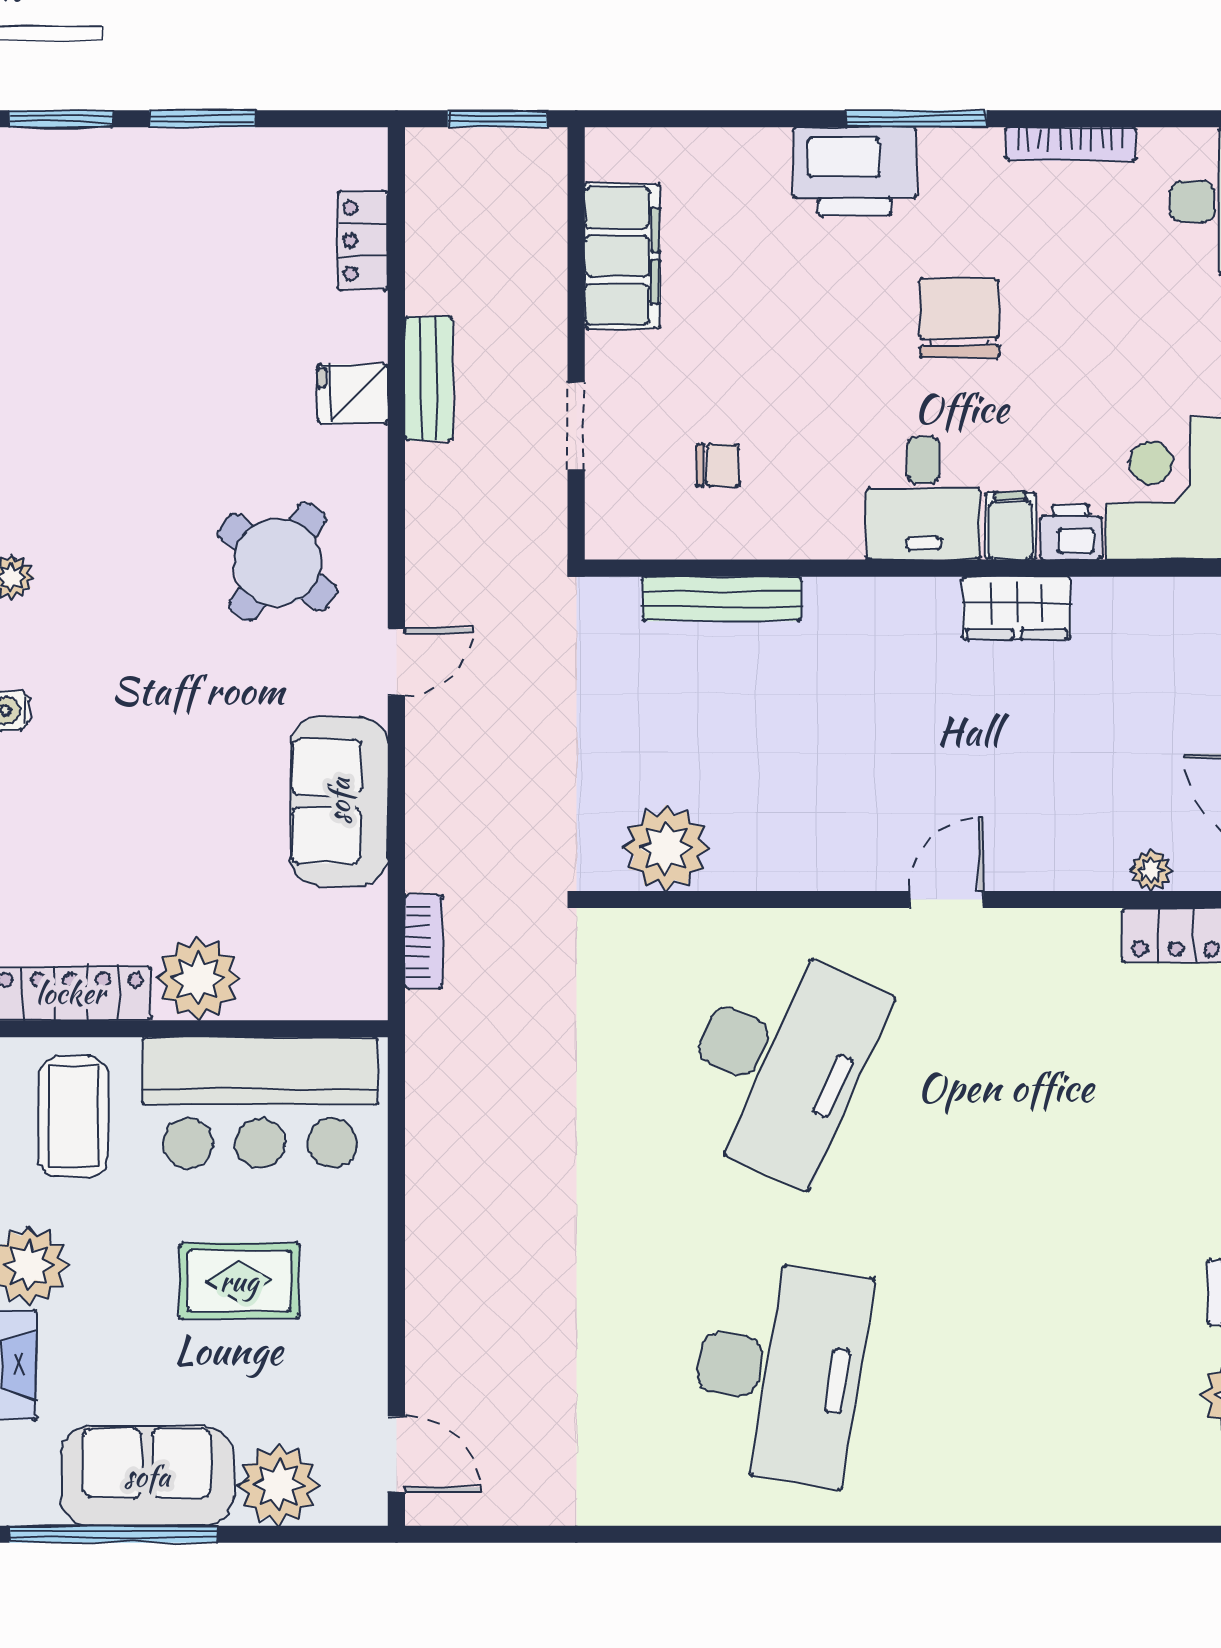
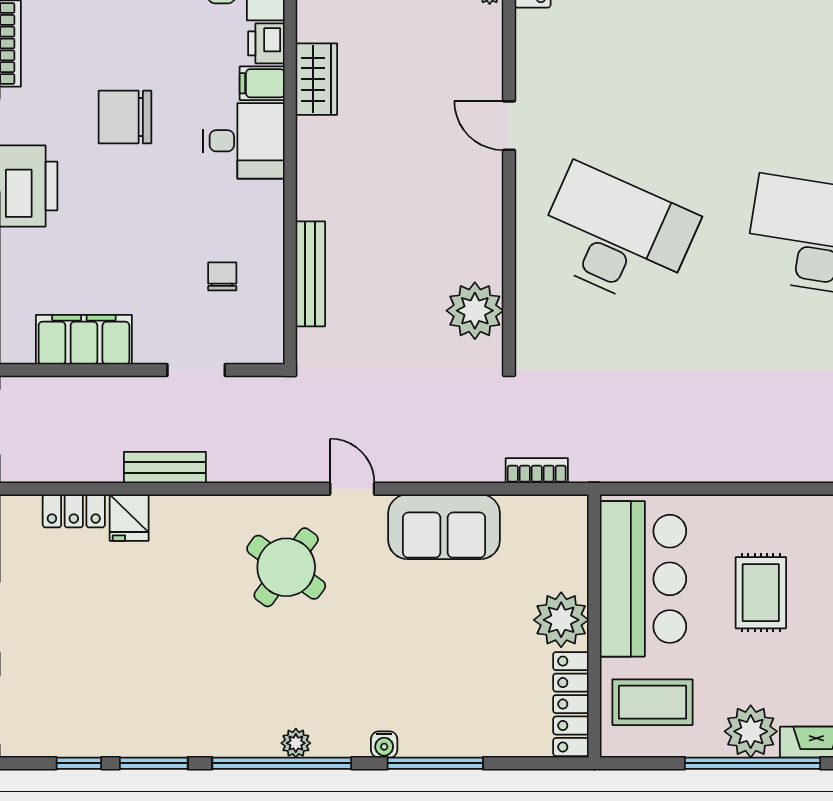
fridge: (353, 394) -> (129, 518), moved

